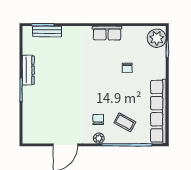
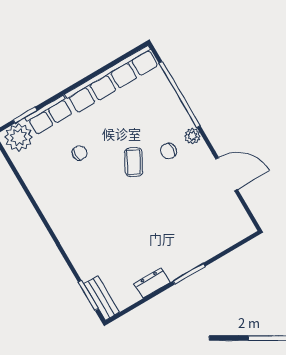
bench: (47, 31) -> (102, 298), moved
row of seats: (107, 33) -> (49, 115), moved, turned 90
dresser: (28, 70) -> (152, 283), width x0.70
coffee table: (125, 122) -> (134, 162), moved

